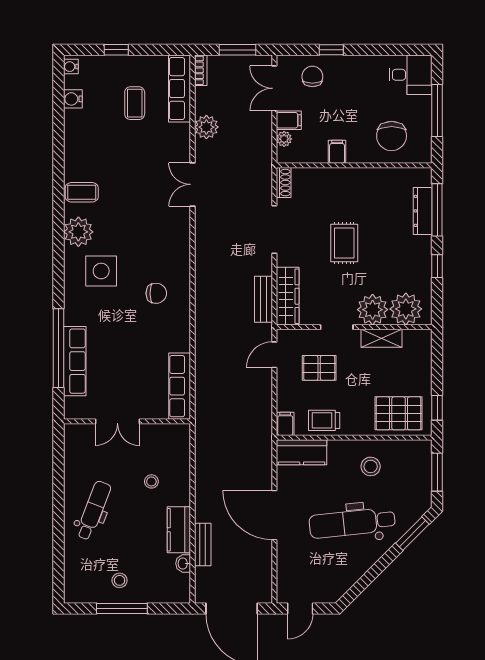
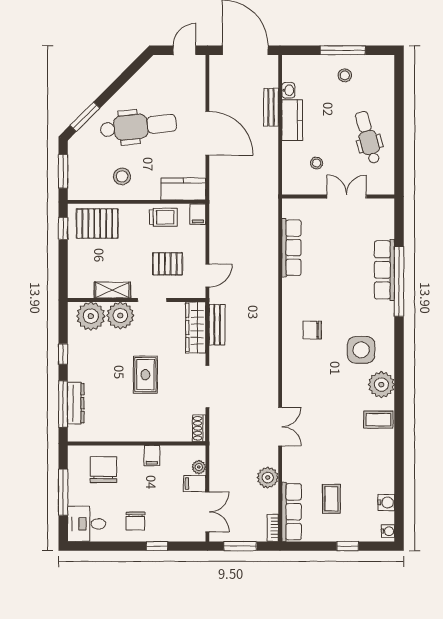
chair: (312, 76) -> (135, 521), moved
double door: (117, 421) -> (347, 196), moved
wall: (127, 421) -> (338, 196), moved
dental chair: (94, 510) -> (368, 137), turned 143

